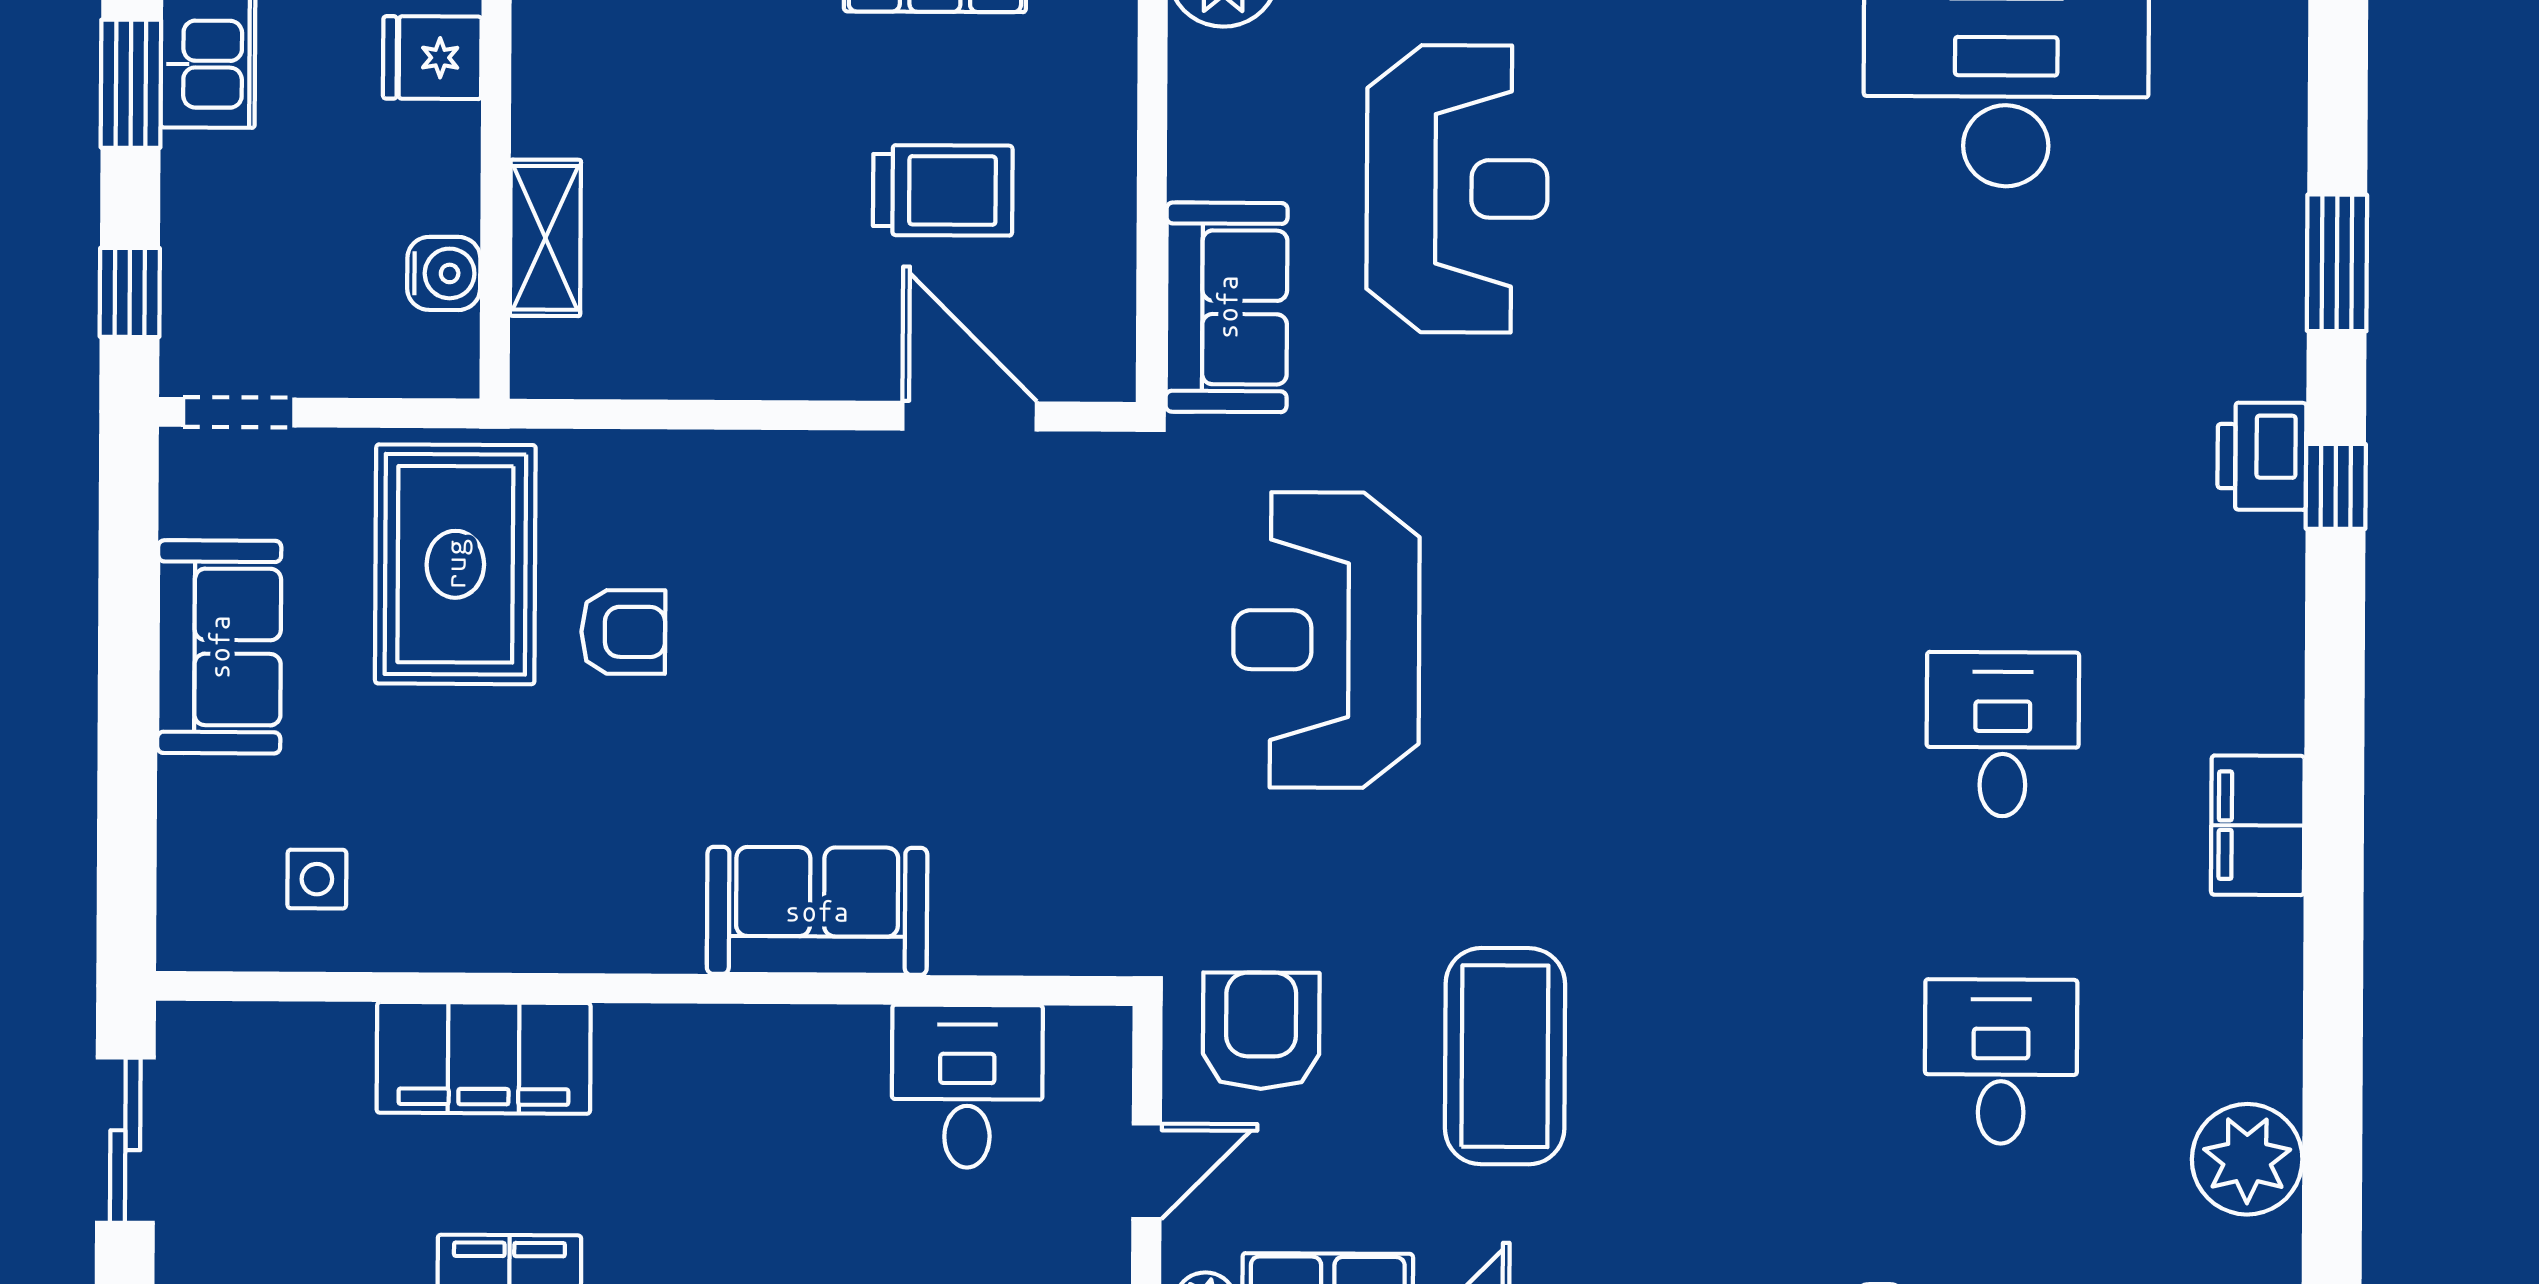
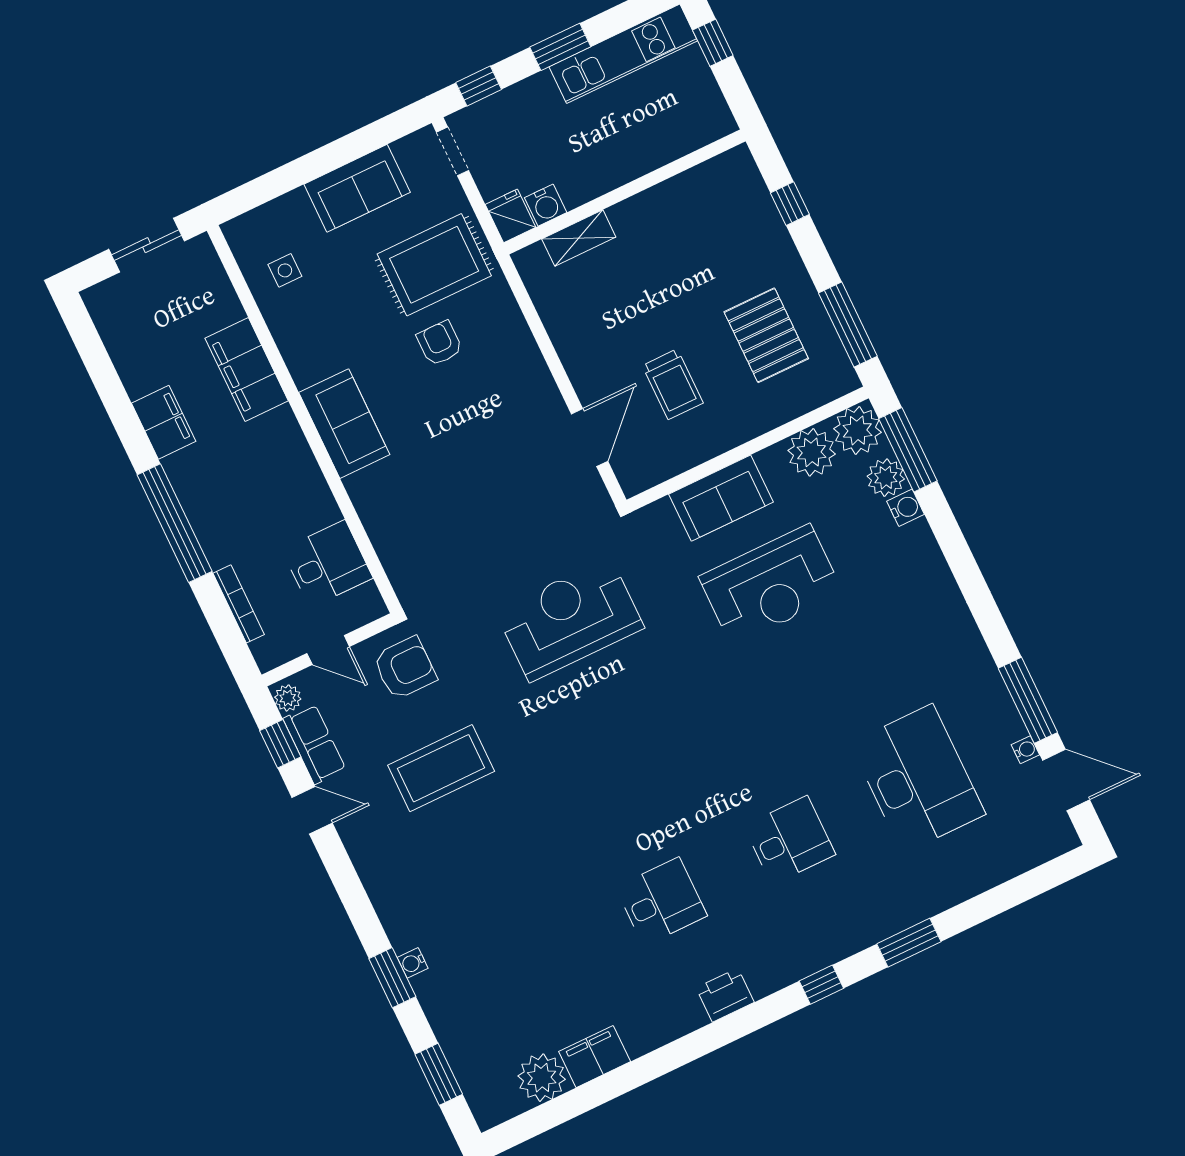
fridge: (432, 58) -> (510, 216), moved
sofa: (1227, 307) -> (721, 498), moved
printer: (2262, 456) -> (725, 995), moved
armchair: (623, 632) -> (440, 343), turned 180
filing cabinet: (2258, 825) -> (595, 1057), moved
sofa: (817, 911) -> (344, 424), moved
desk: (2001, 1062) -> (789, 840), moved

